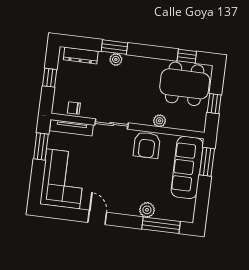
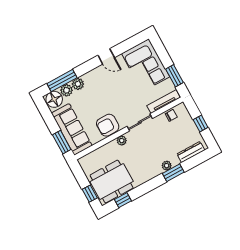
window: (214, 104) -> (90, 194), moved
plant: (160, 121) -> (122, 140), moved
armchair: (147, 145) -> (108, 125), turned -90
plant: (163, 212) -> (67, 90), added
floor lamp: (183, 212) -> (54, 99), added

